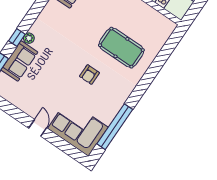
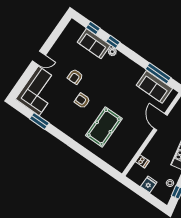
armchair: (60, 83) -> (75, 77), added
window: (115, 127) -> (39, 121), width x0.47

